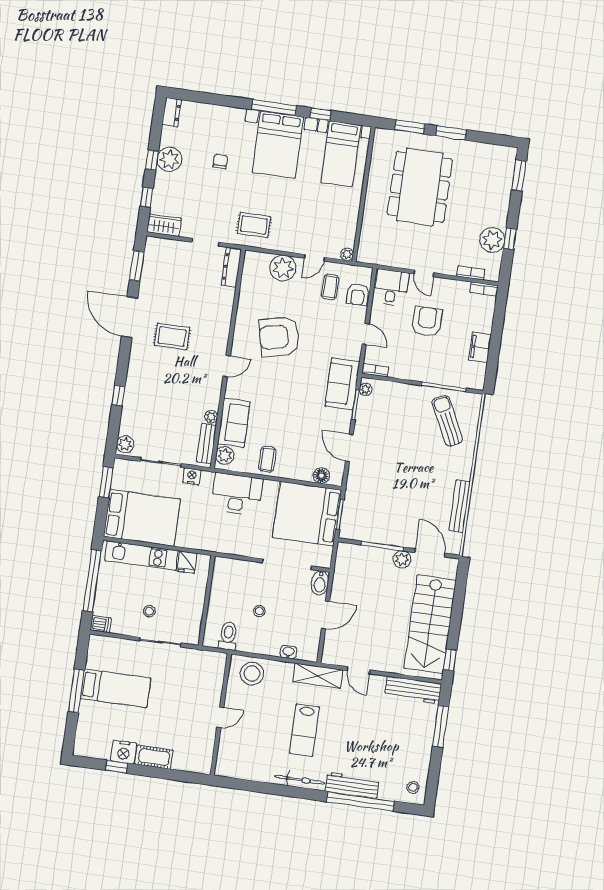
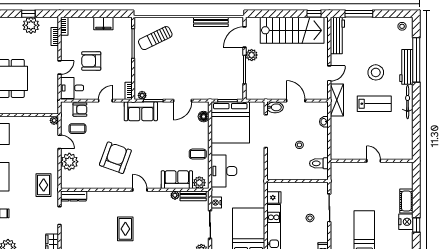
armchair: (279, 337) -> (115, 158), turned -147
stool: (252, 674) -> (376, 72), moved

